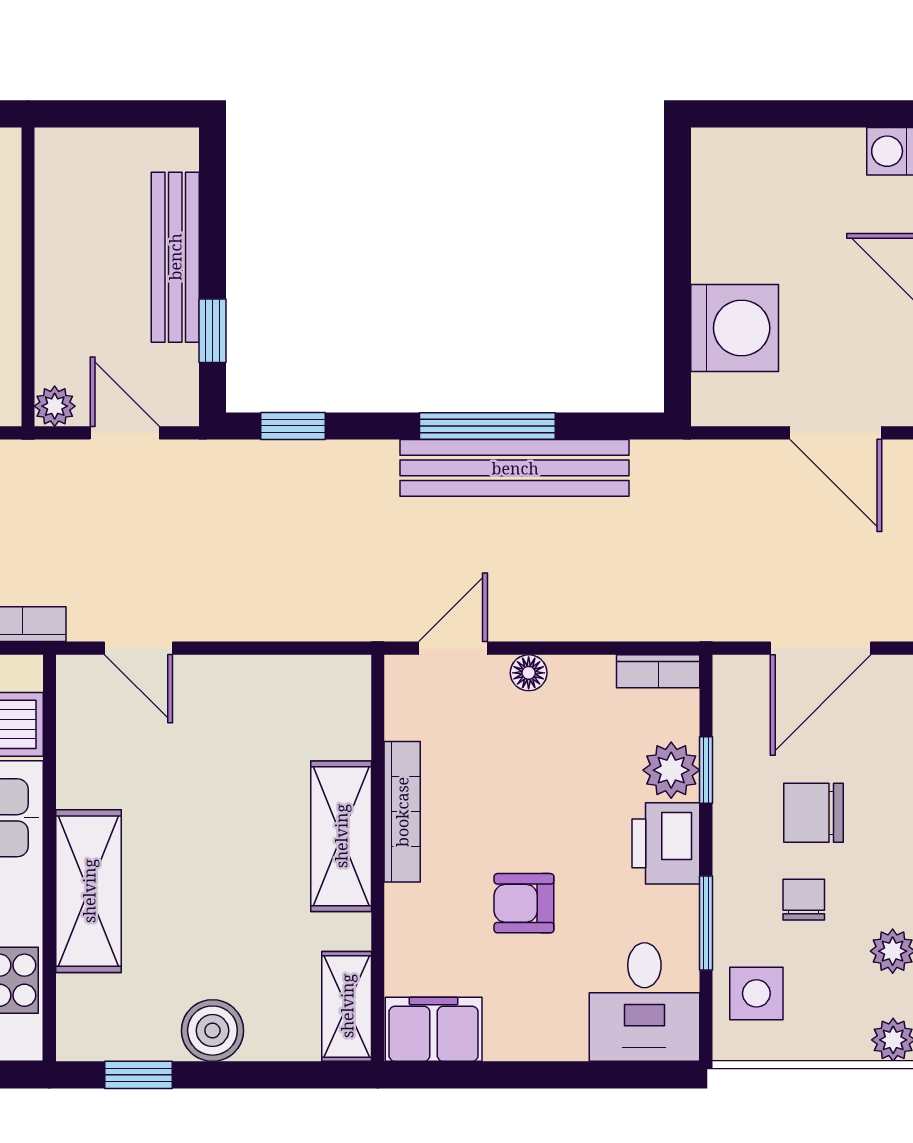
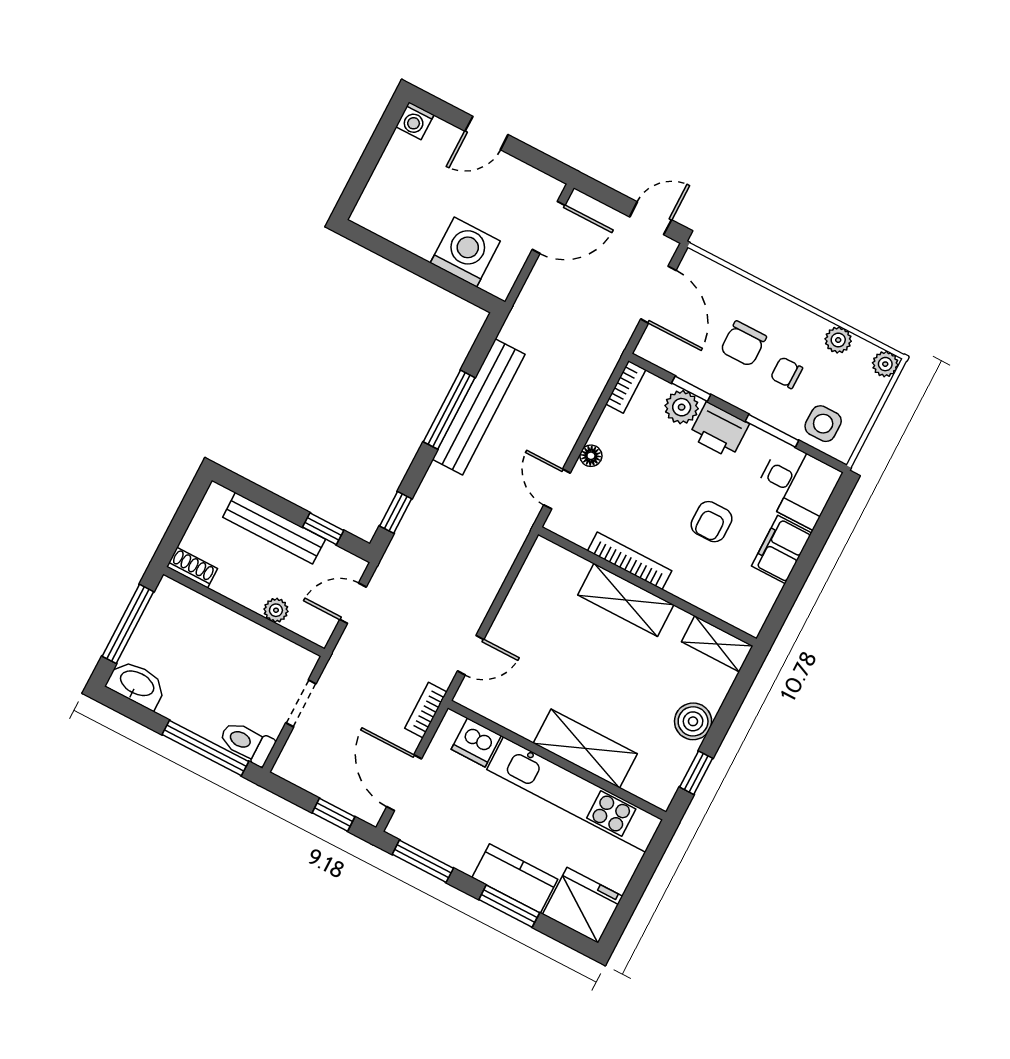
shoe rack: (53, 166) -> (192, 568), added
plant: (55, 406) -> (276, 610), moved
filing cabinet: (434, 1029) -> (782, 550), moved

